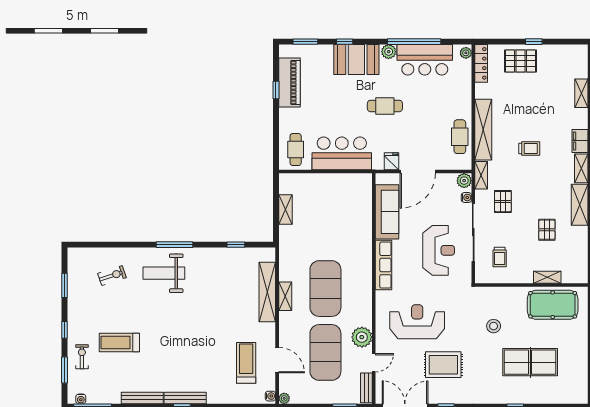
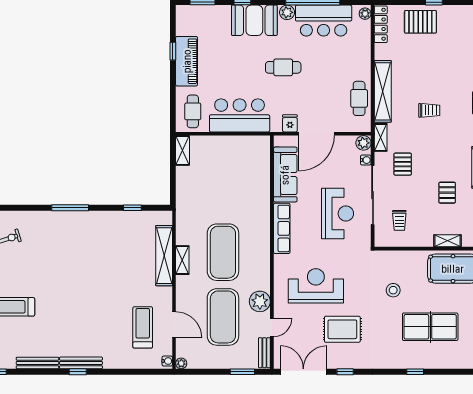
piano: (289, 82) -> (187, 61), moved
shelving: (285, 210) -> (182, 150), moved
weight bench: (164, 273) -> (59, 237), removed

